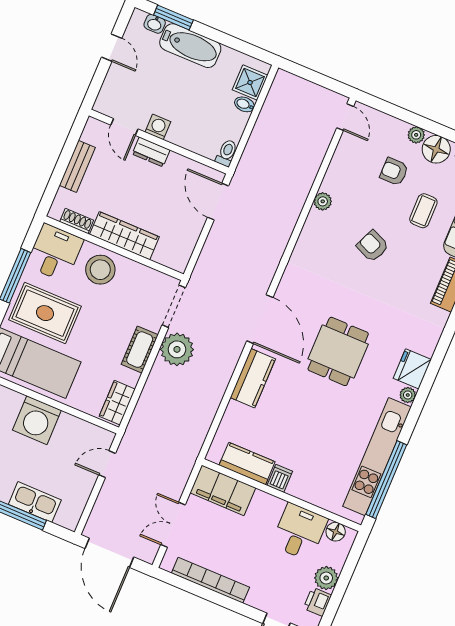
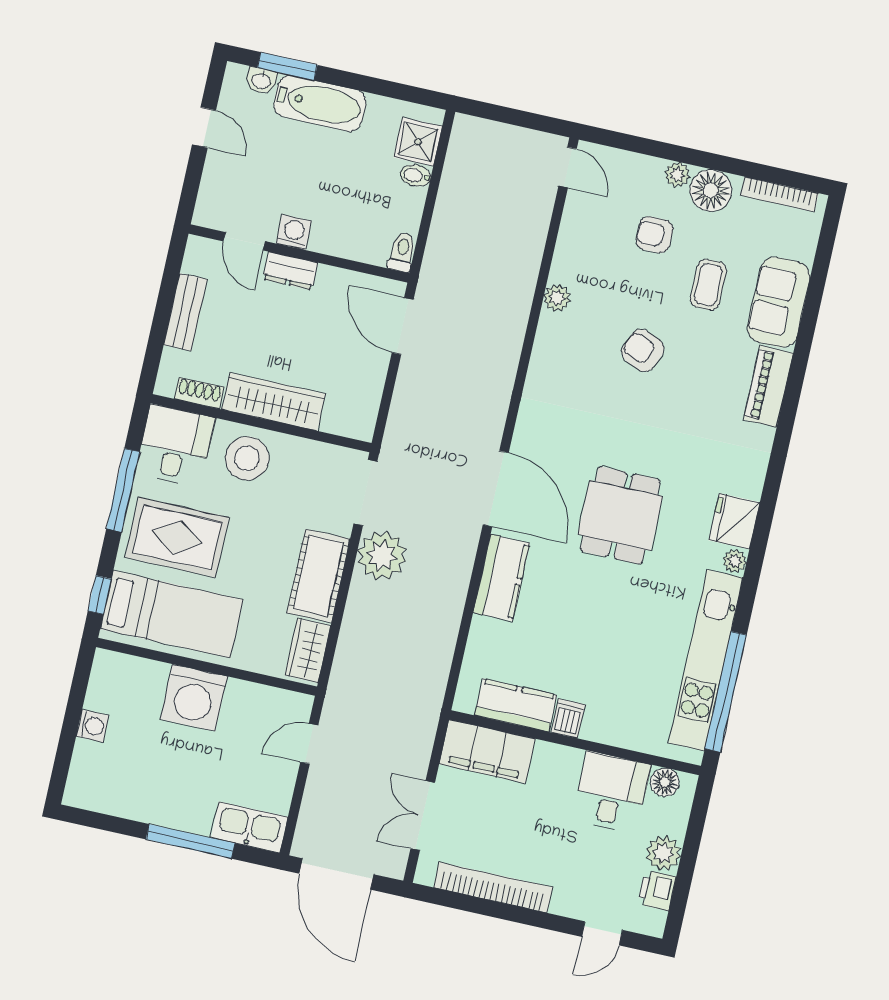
cot: (140, 350) -> (318, 576), width x1.37, depth x1.34
kitchen sink: (35, 502) -> (249, 827), moved

